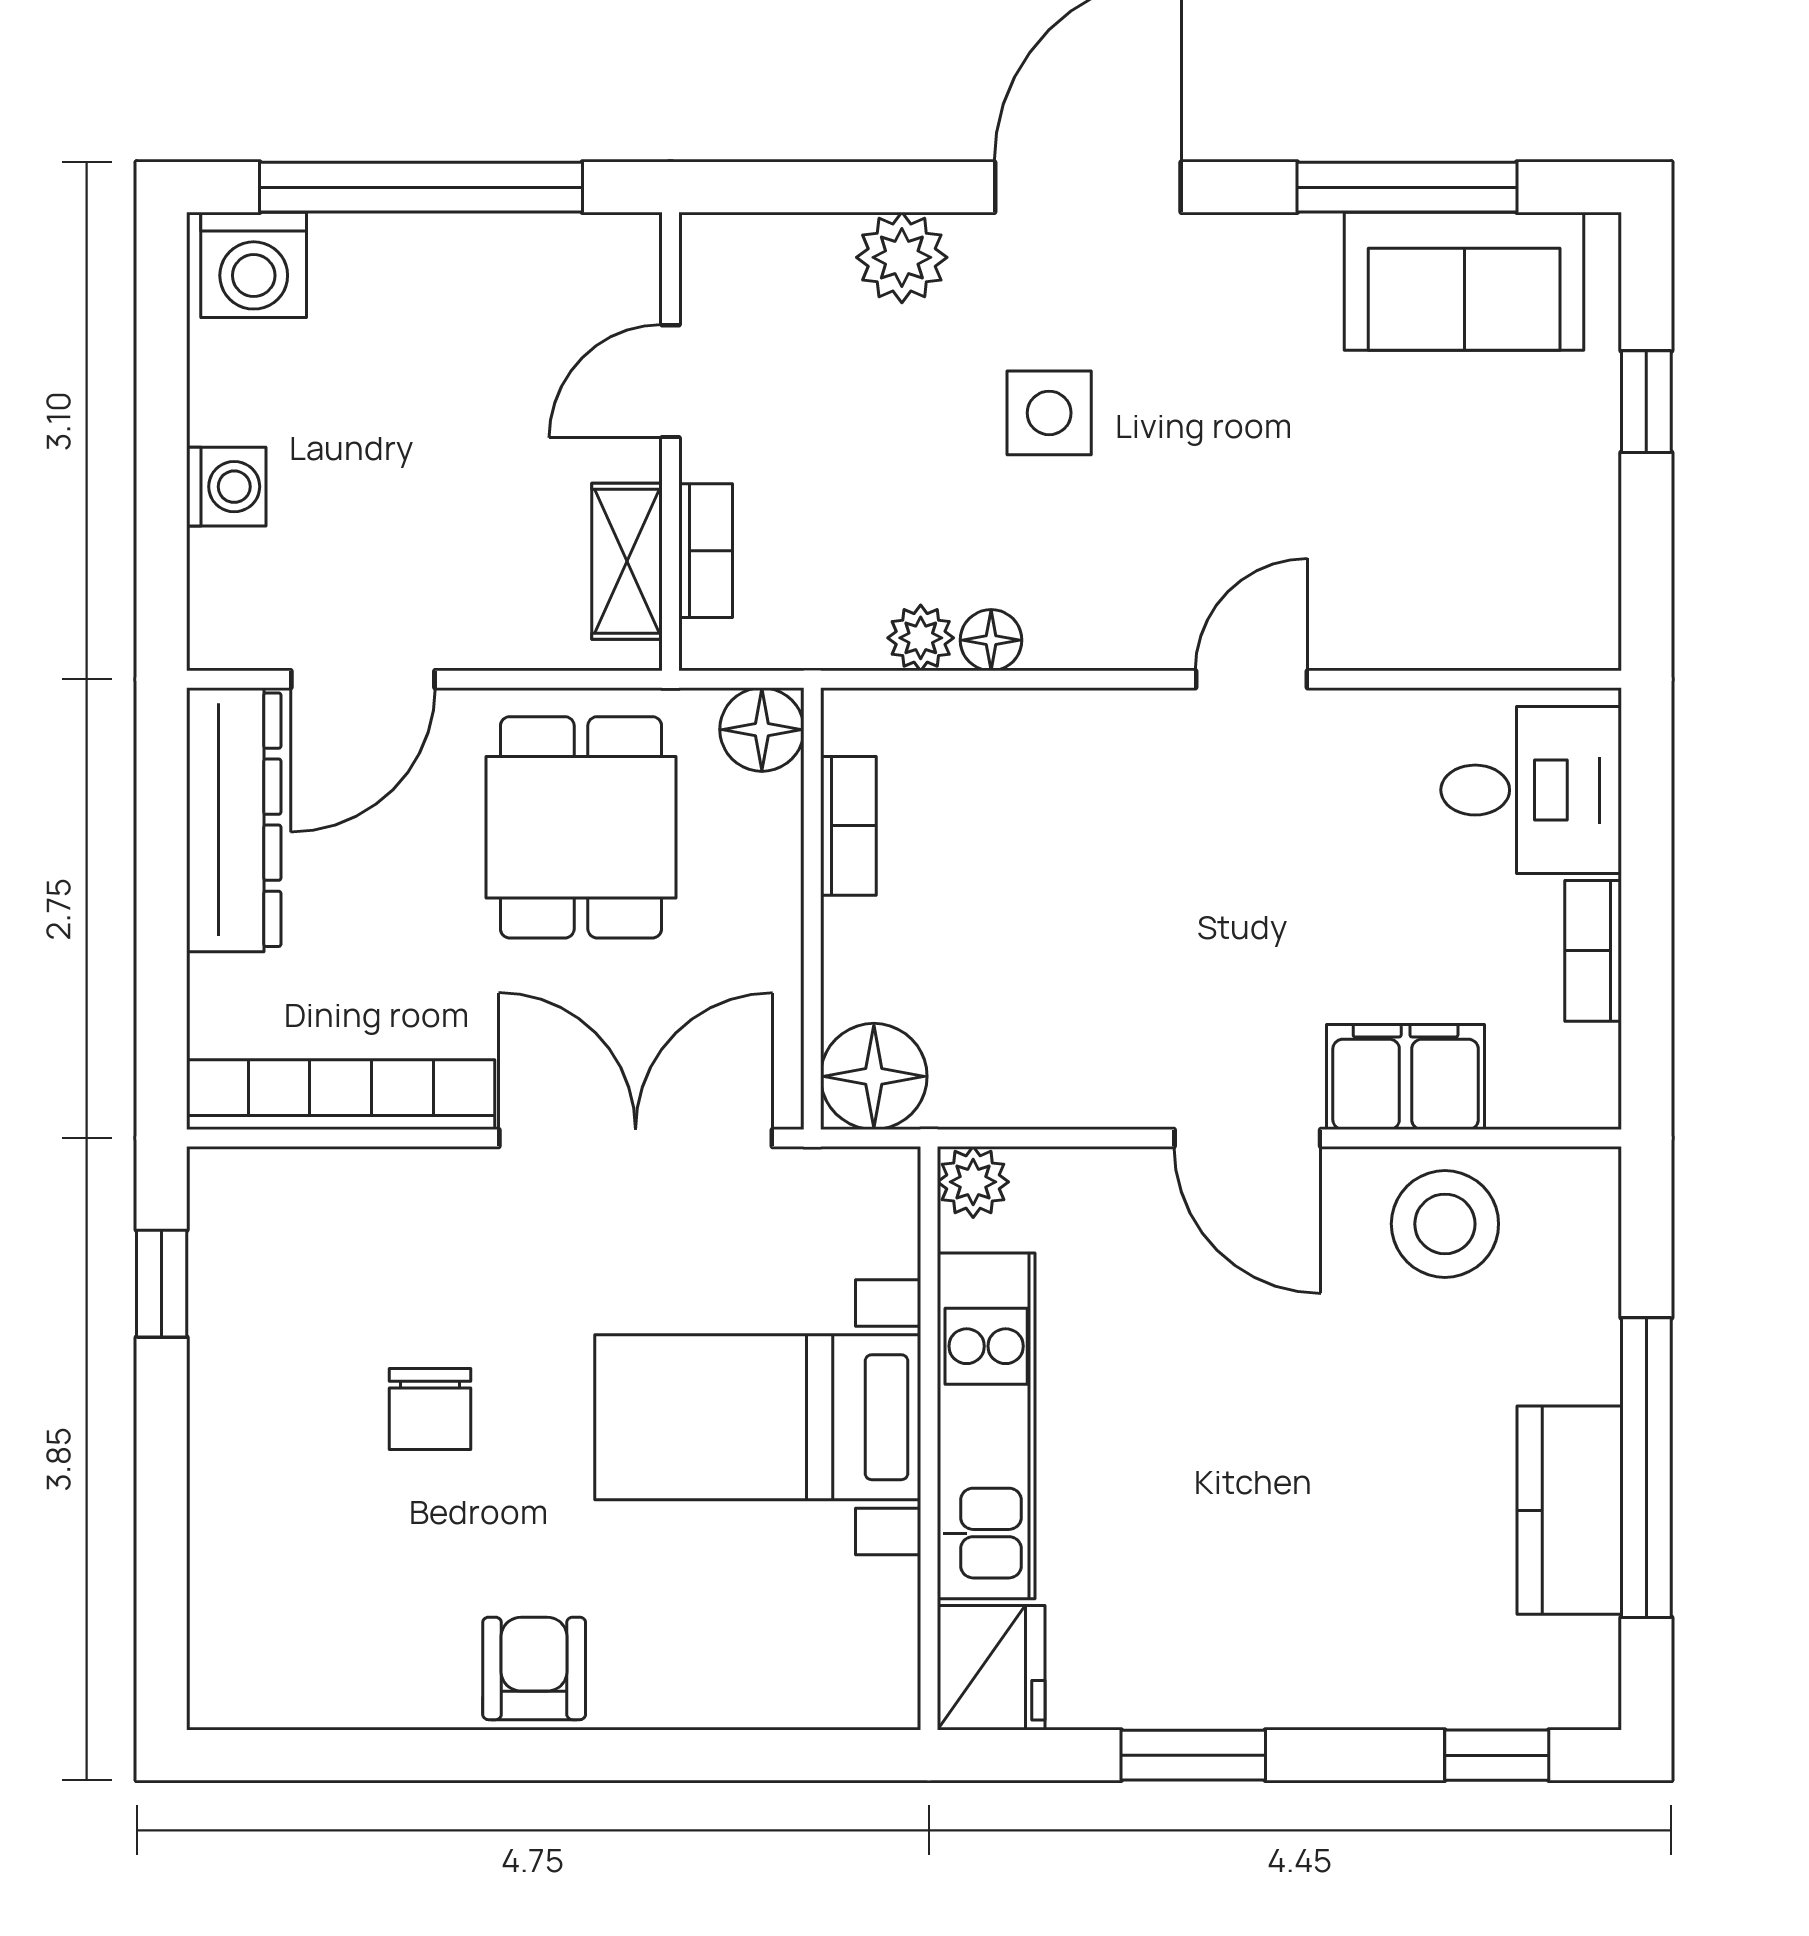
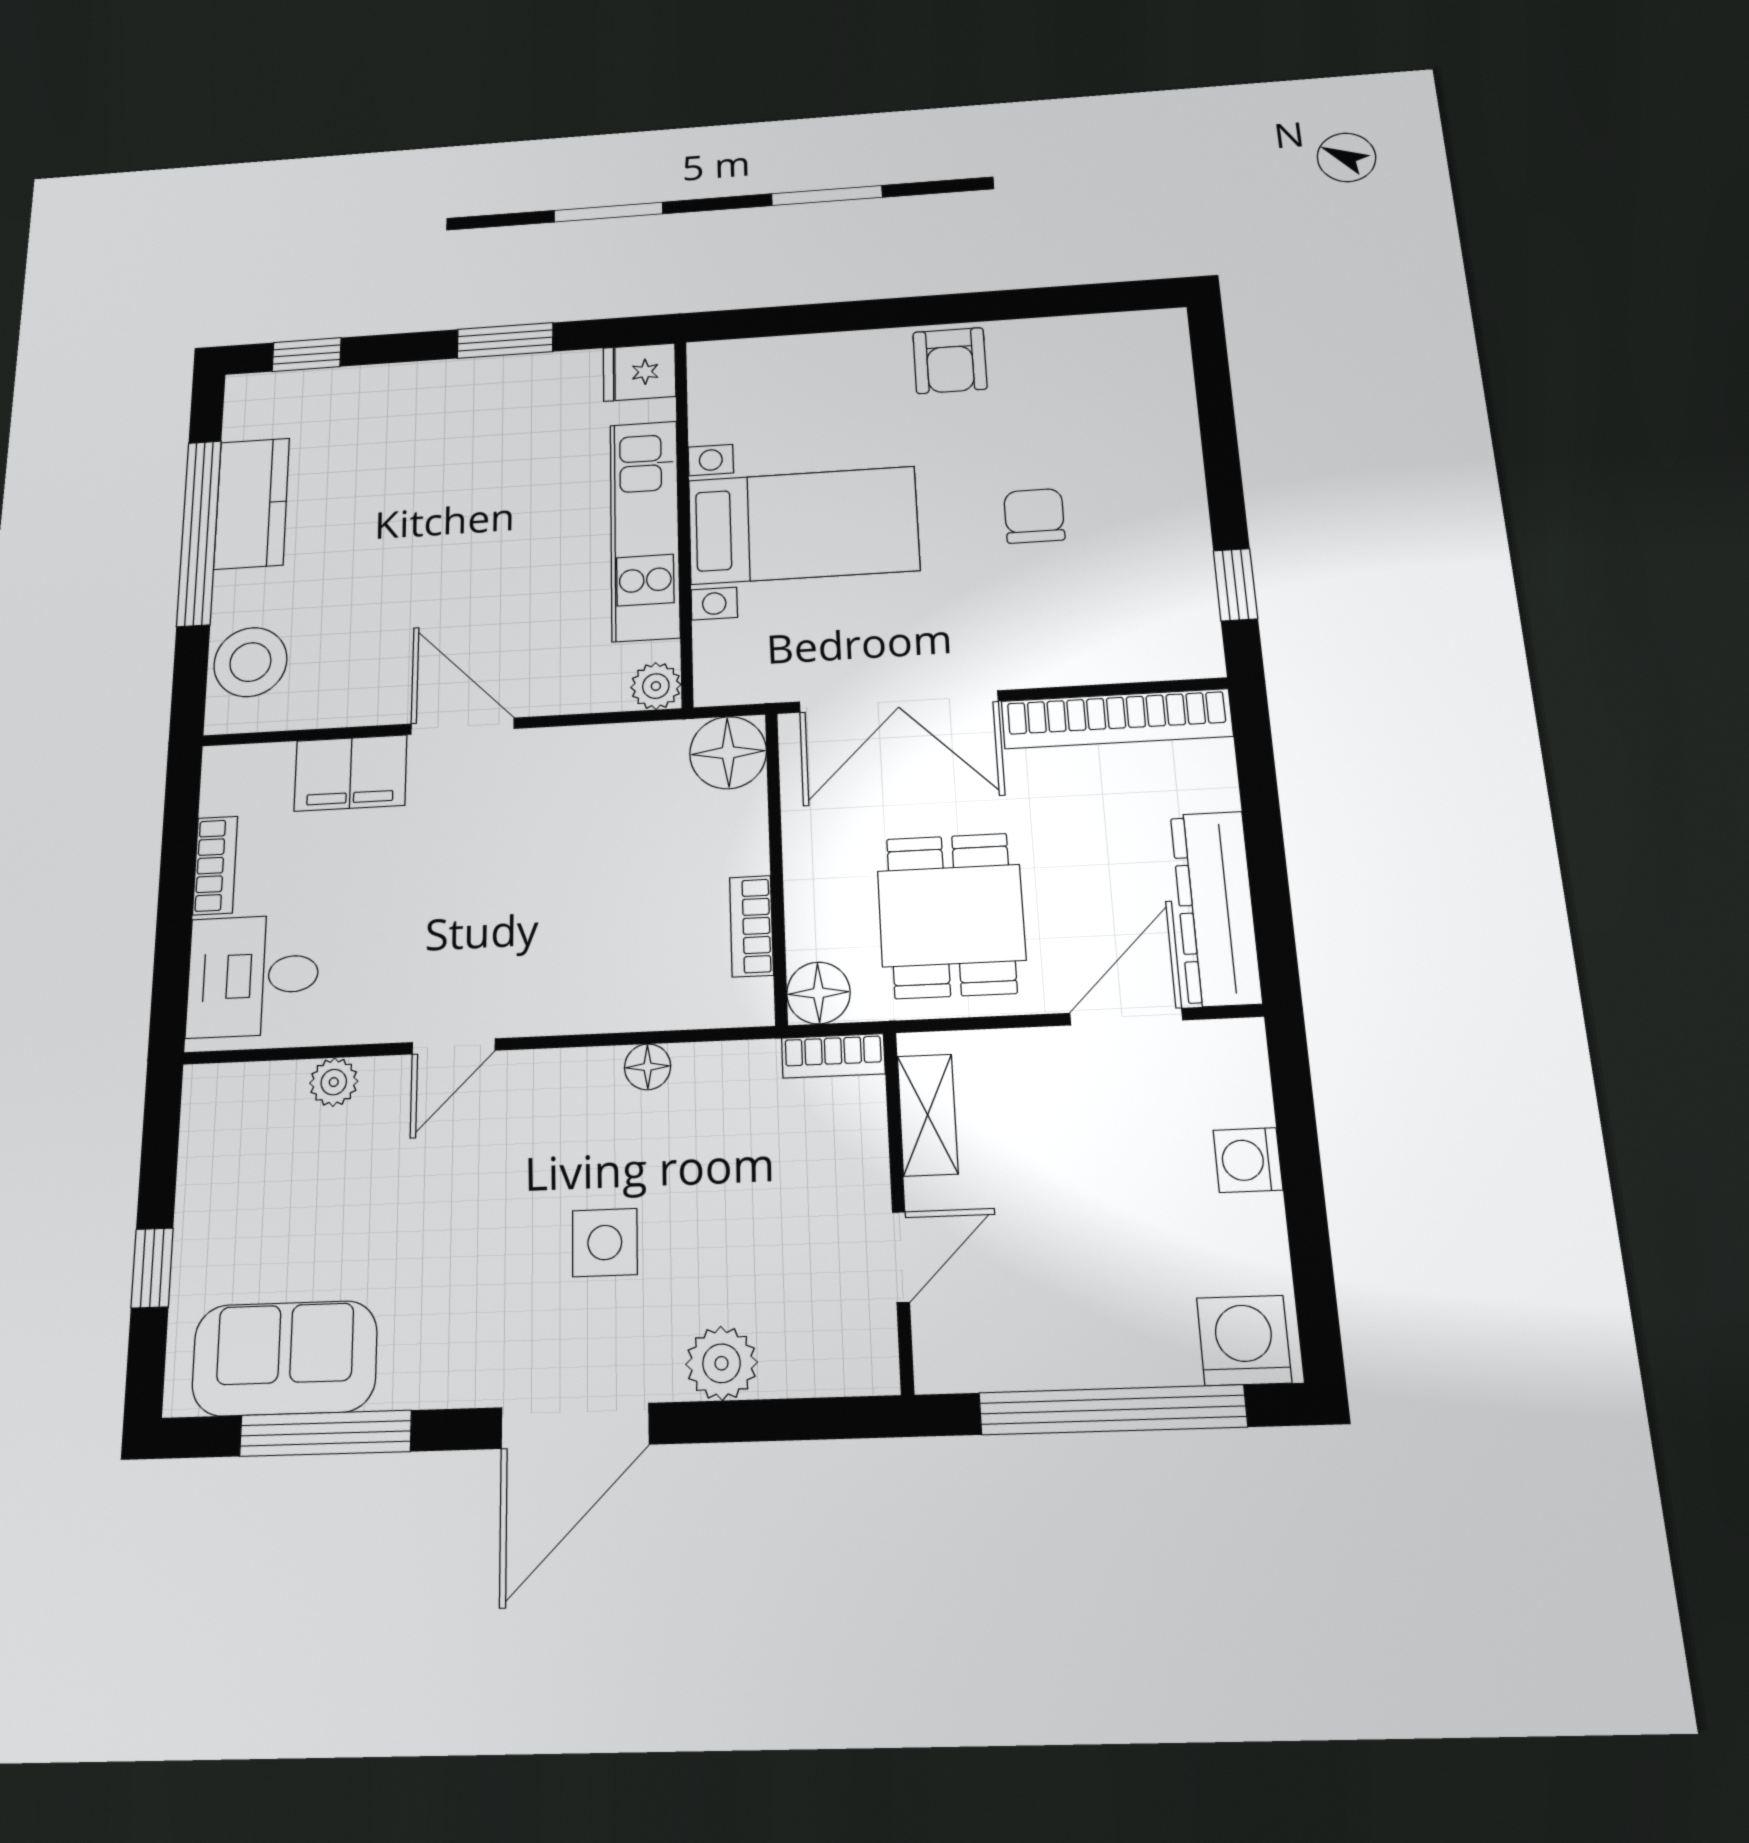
bookcase: (706, 551) -> (833, 1056), moved, turned -90
plant: (921, 638) -> (334, 1082), moved
stool: (1445, 1224) -> (250, 662), moved
fridge: (991, 1668) -> (639, 372), width x0.72

